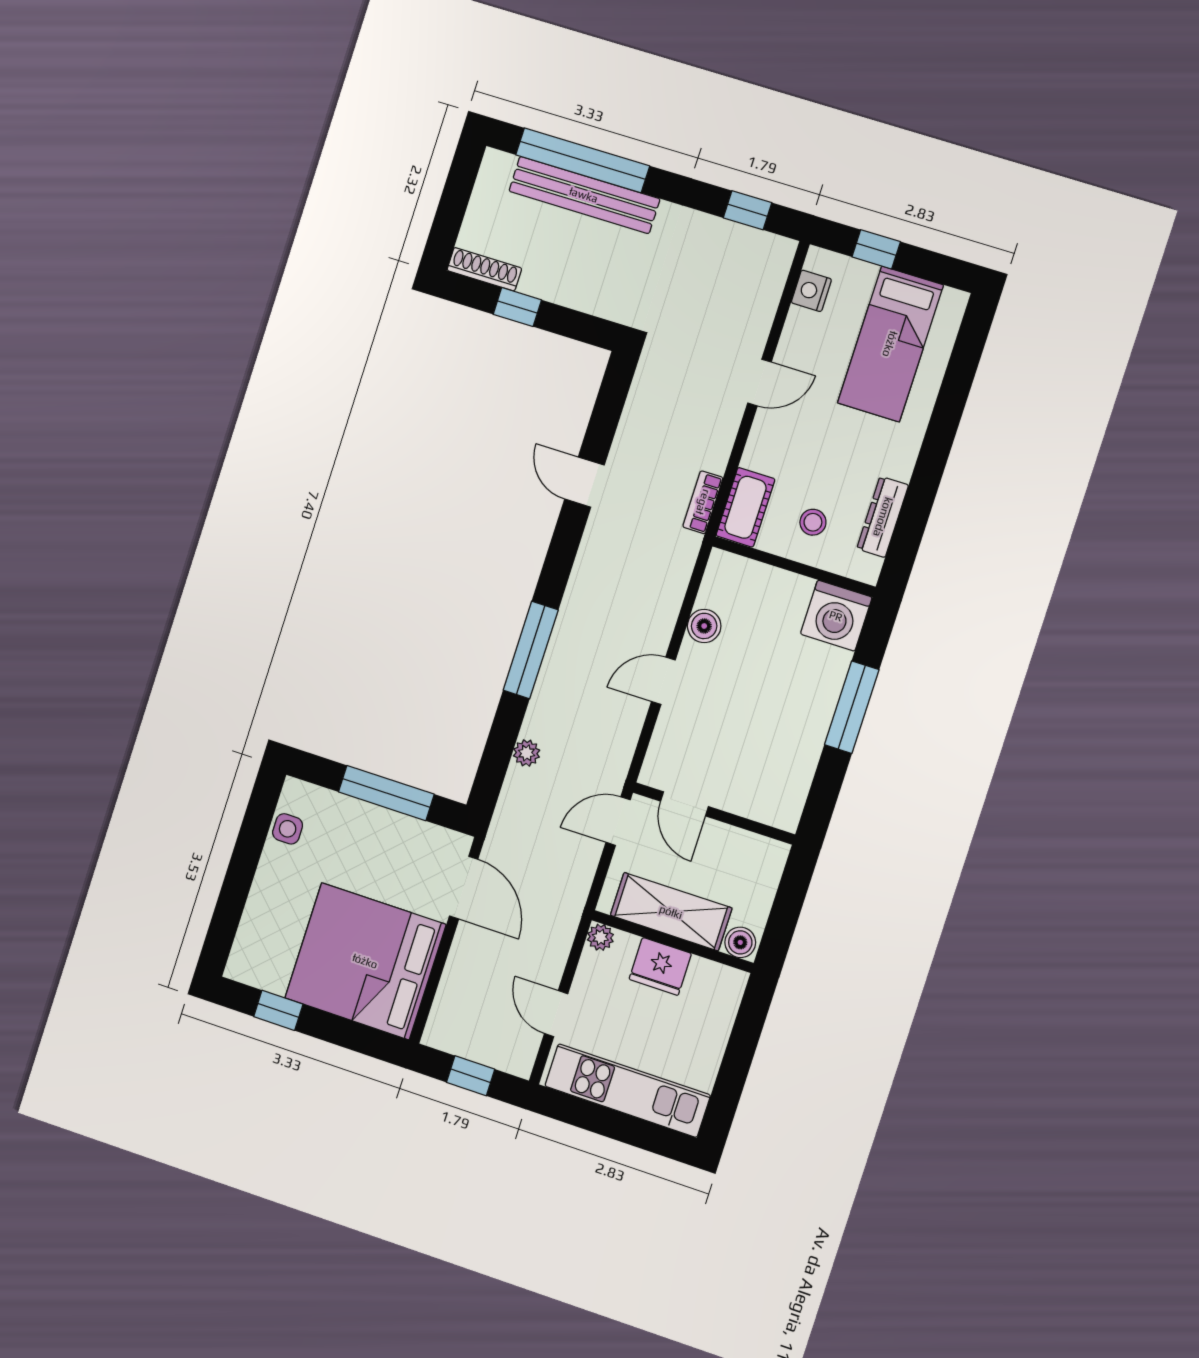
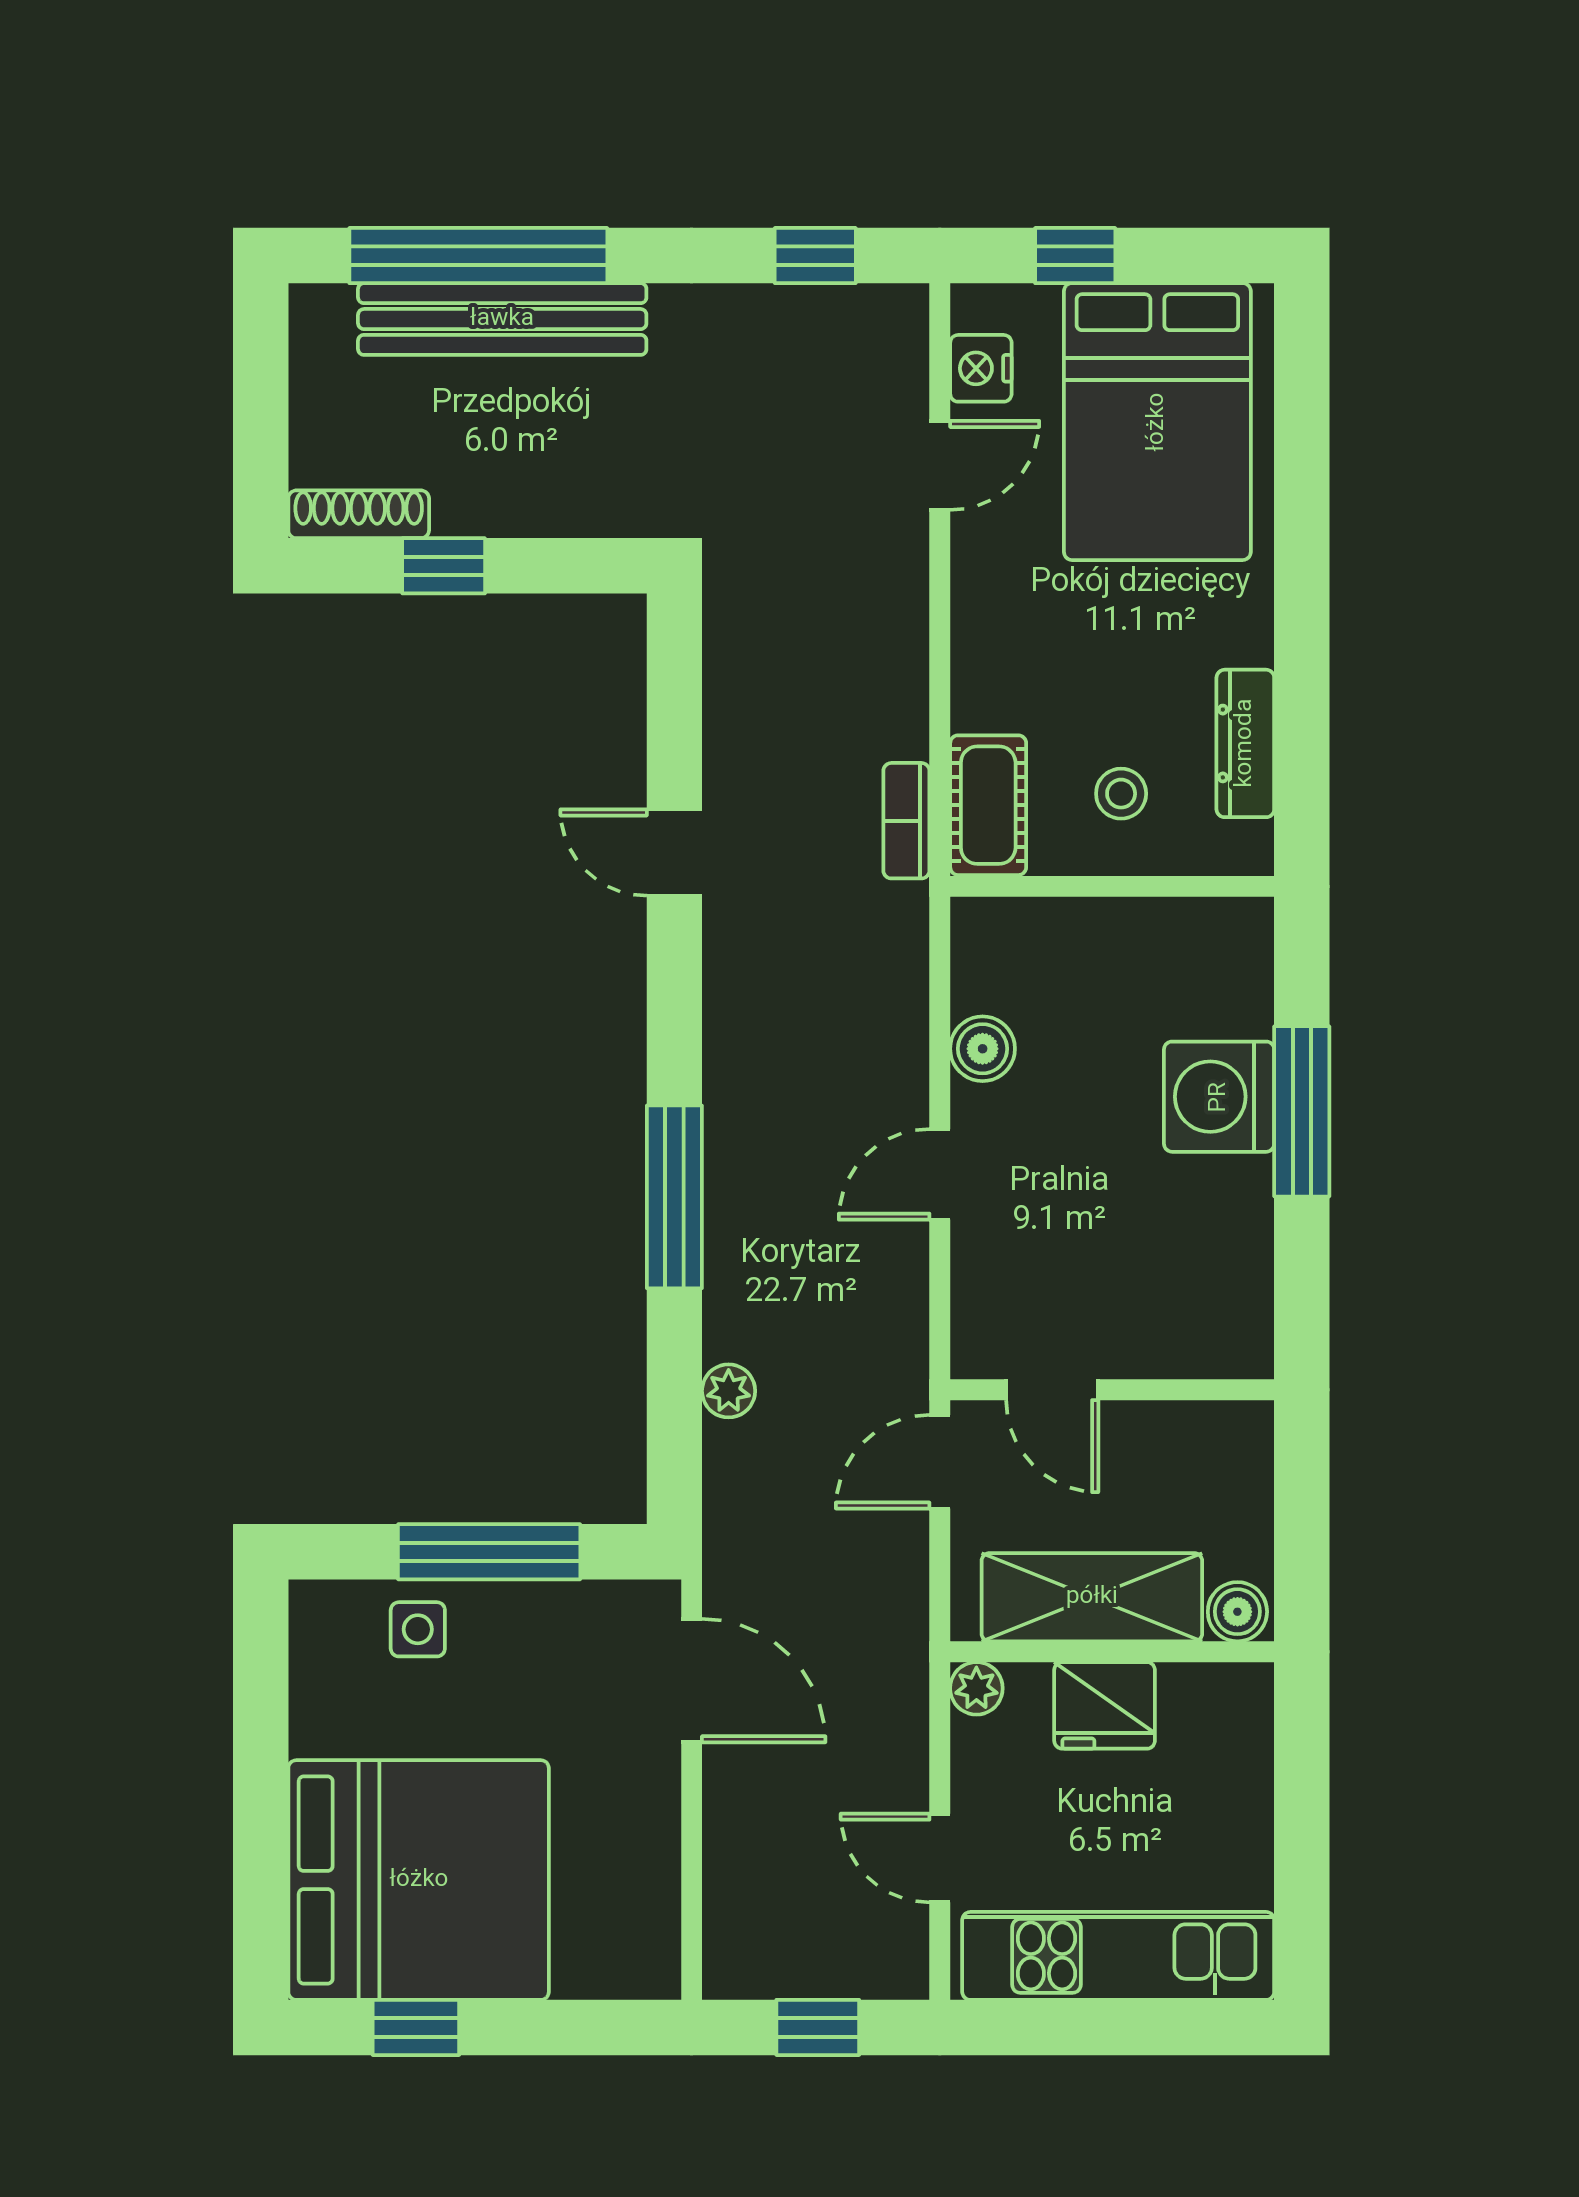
bed: (890, 344) -> (1157, 422), width x1.50
door: (759, 383) -> (940, 465), moved
washing machine: (836, 616) -> (1219, 1097), moved, turned 90
side table: (288, 829) -> (418, 1629), moved
bed: (365, 961) -> (419, 1880), moved, turned 180

